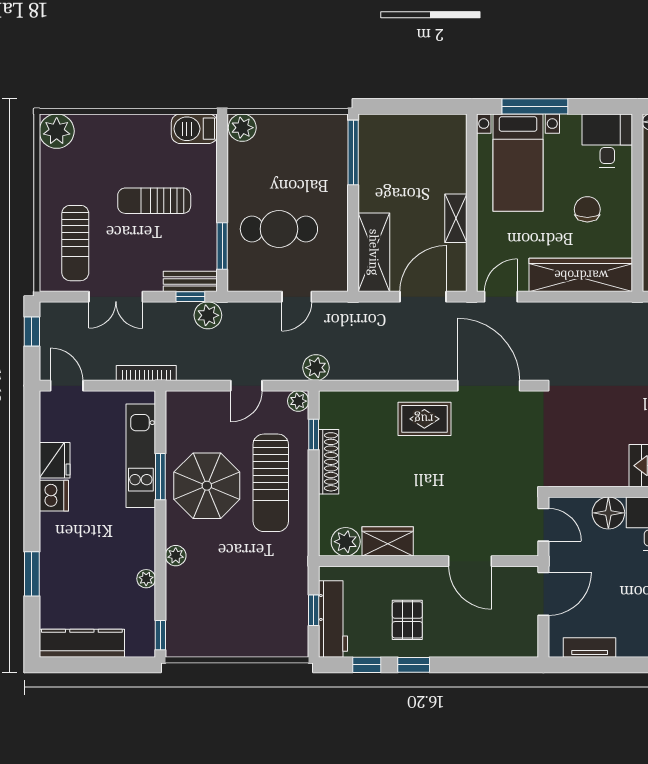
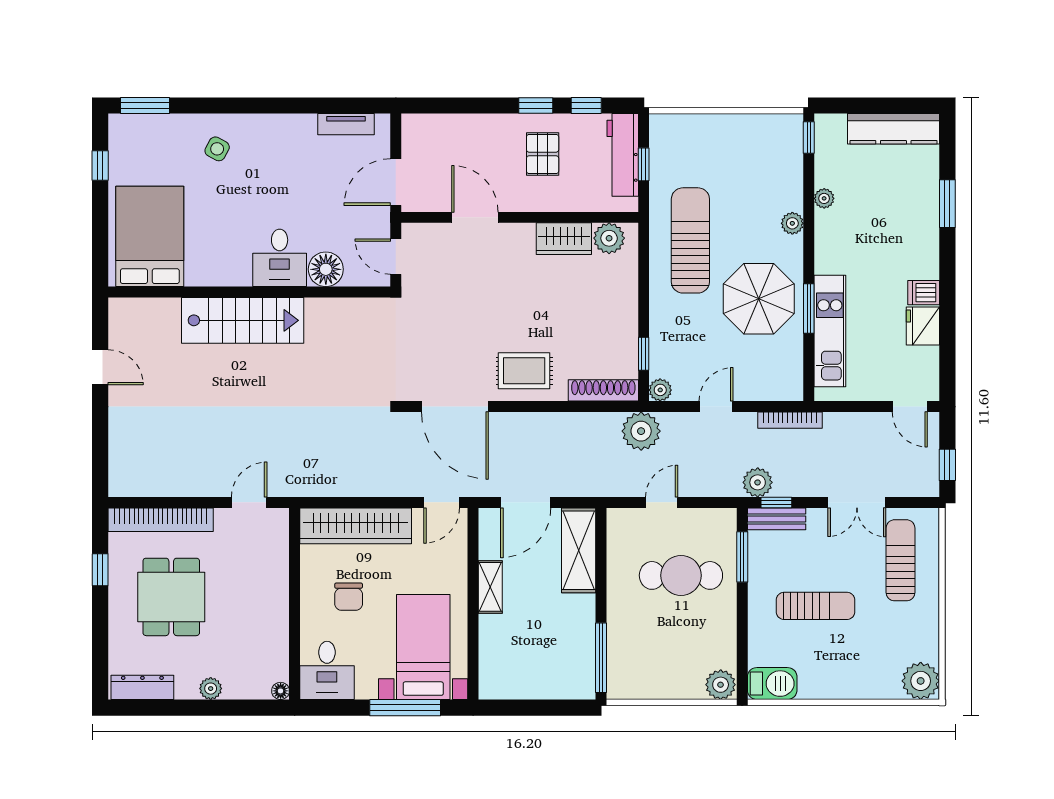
double door: (116, 297) -> (857, 502), swing flipped
plant: (316, 368) -> (641, 431), width x1.36, depth x1.36
bookcase: (146, 373) -> (790, 420), moved
shoe rack: (329, 462) -> (603, 390), moved, turned 90
sun lounger: (271, 483) -> (690, 240), moved
dishwasher: (54, 496) -> (924, 293), width x0.73

